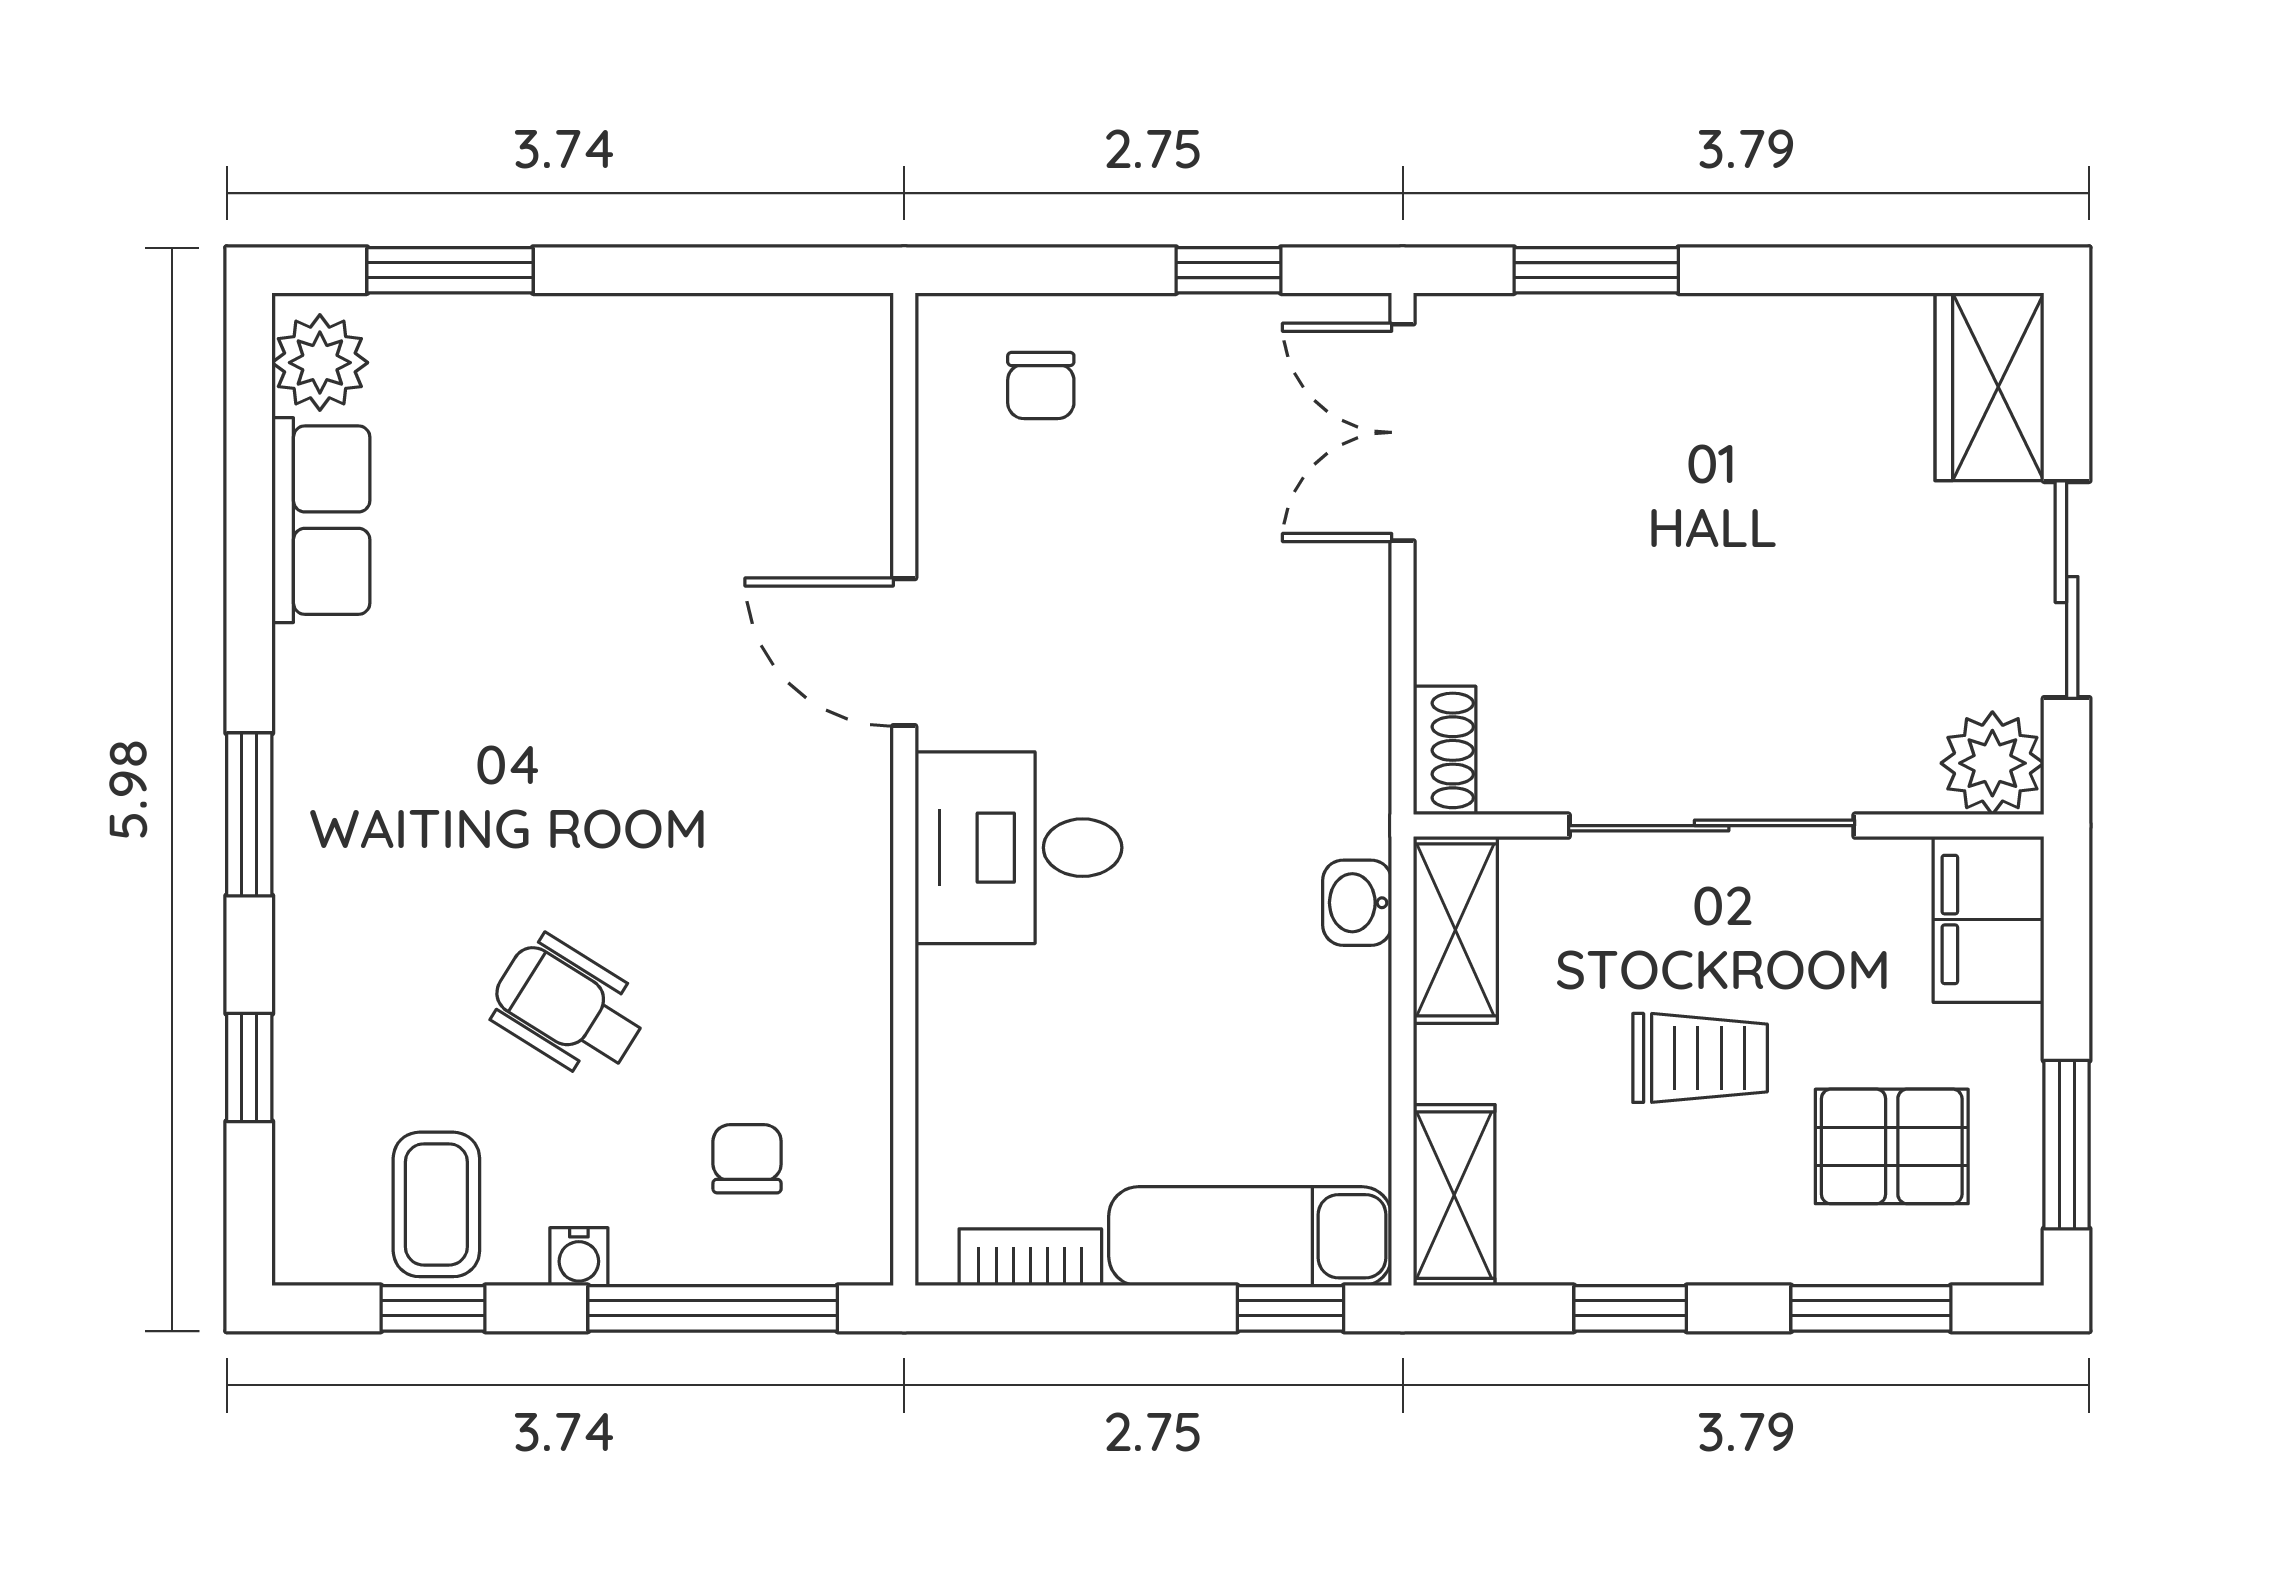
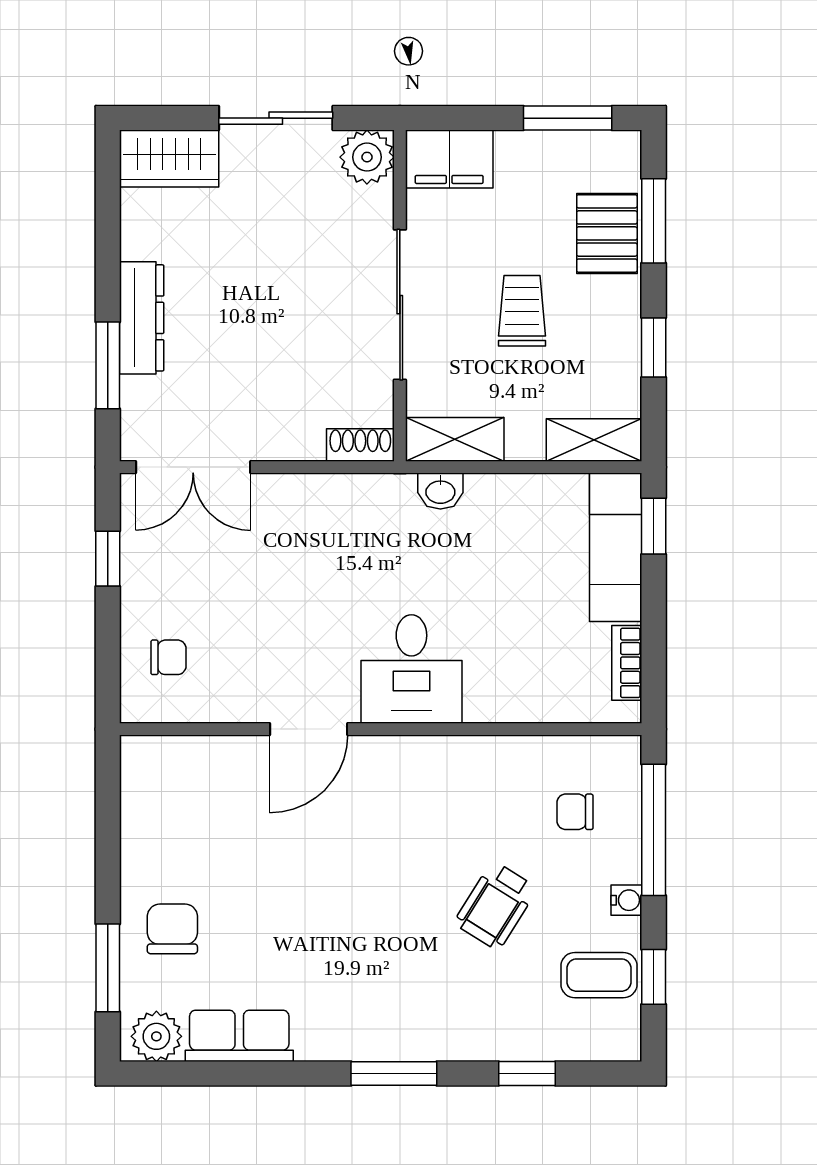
dresser: (1687, 335) -> (142, 318), added
chair: (524, 393) -> (172, 929), added
pallet: (1892, 1146) -> (607, 233), moved

